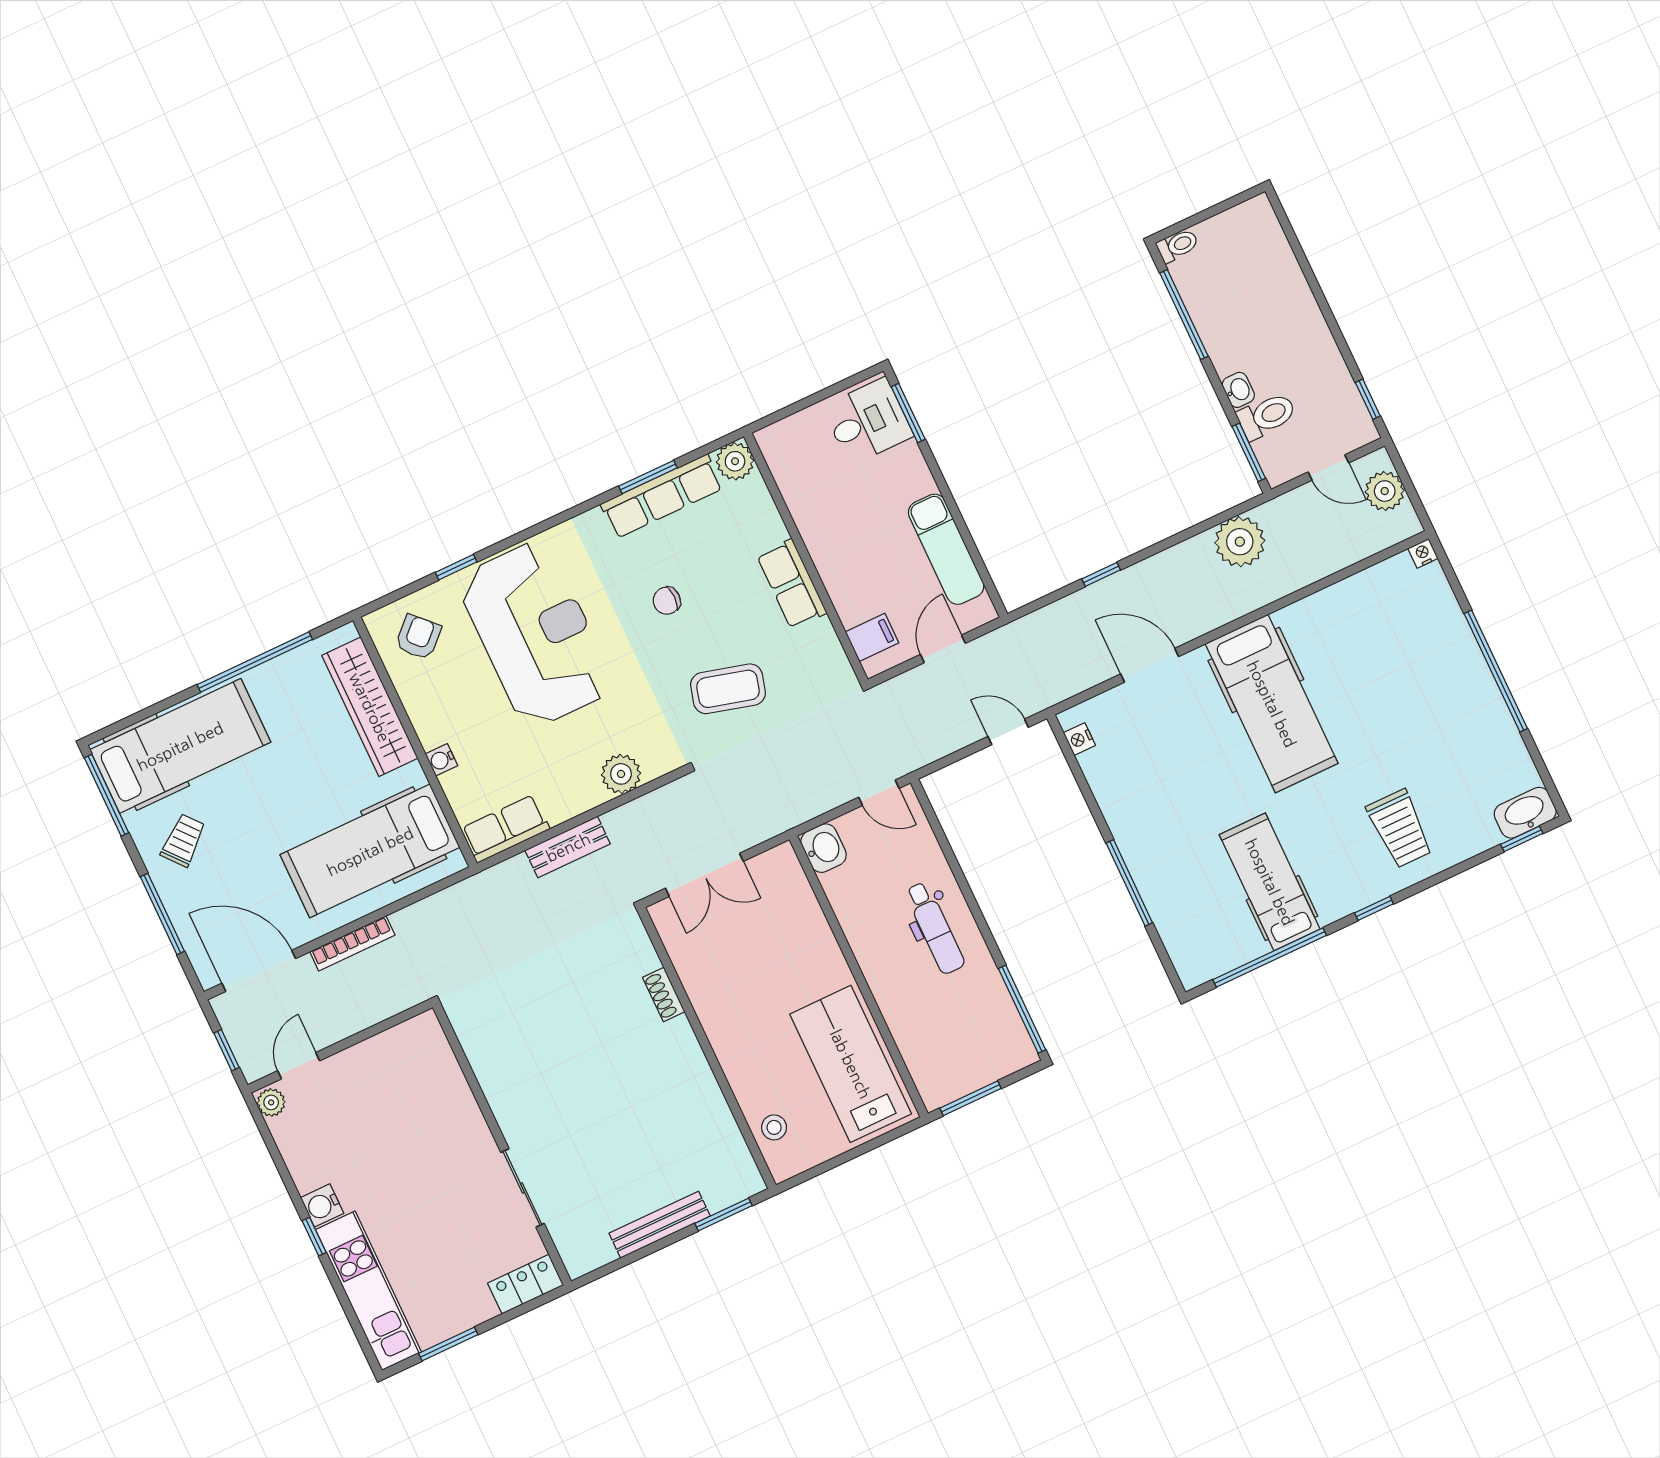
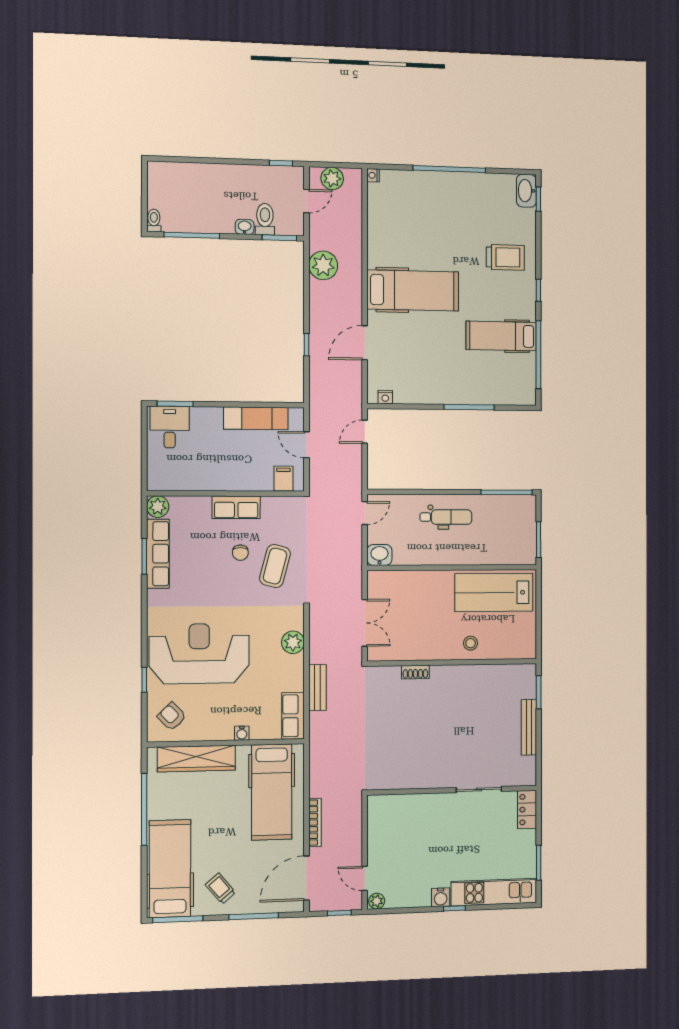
chair: (667, 601) -> (240, 553), moved
stool: (774, 1127) -> (471, 643), moved

